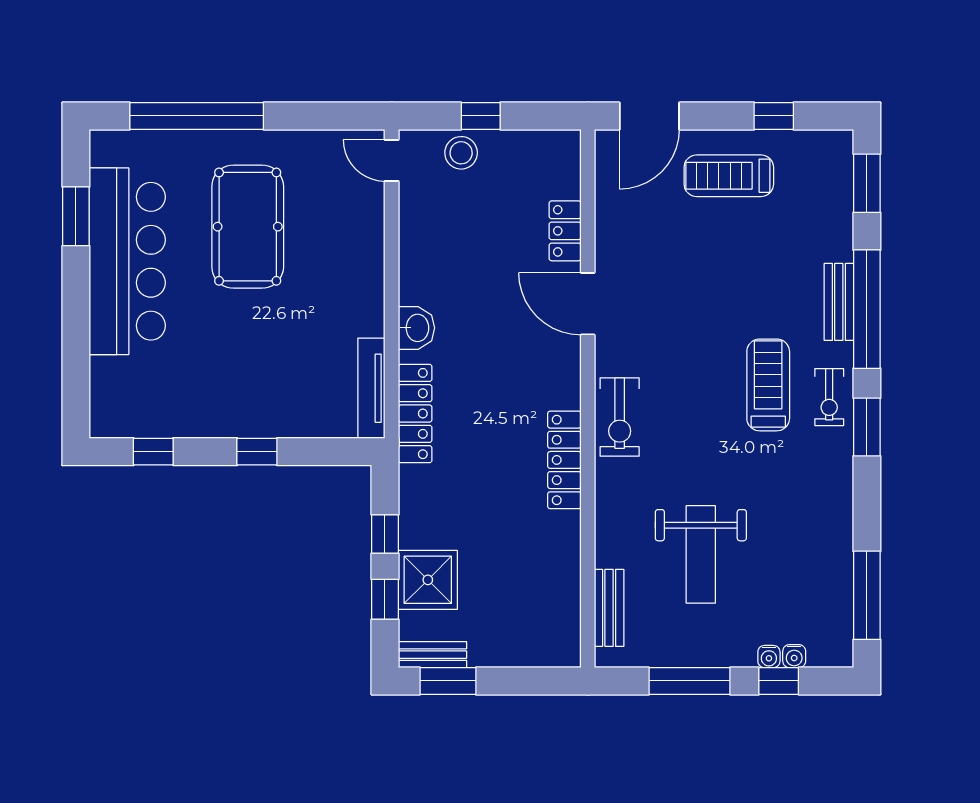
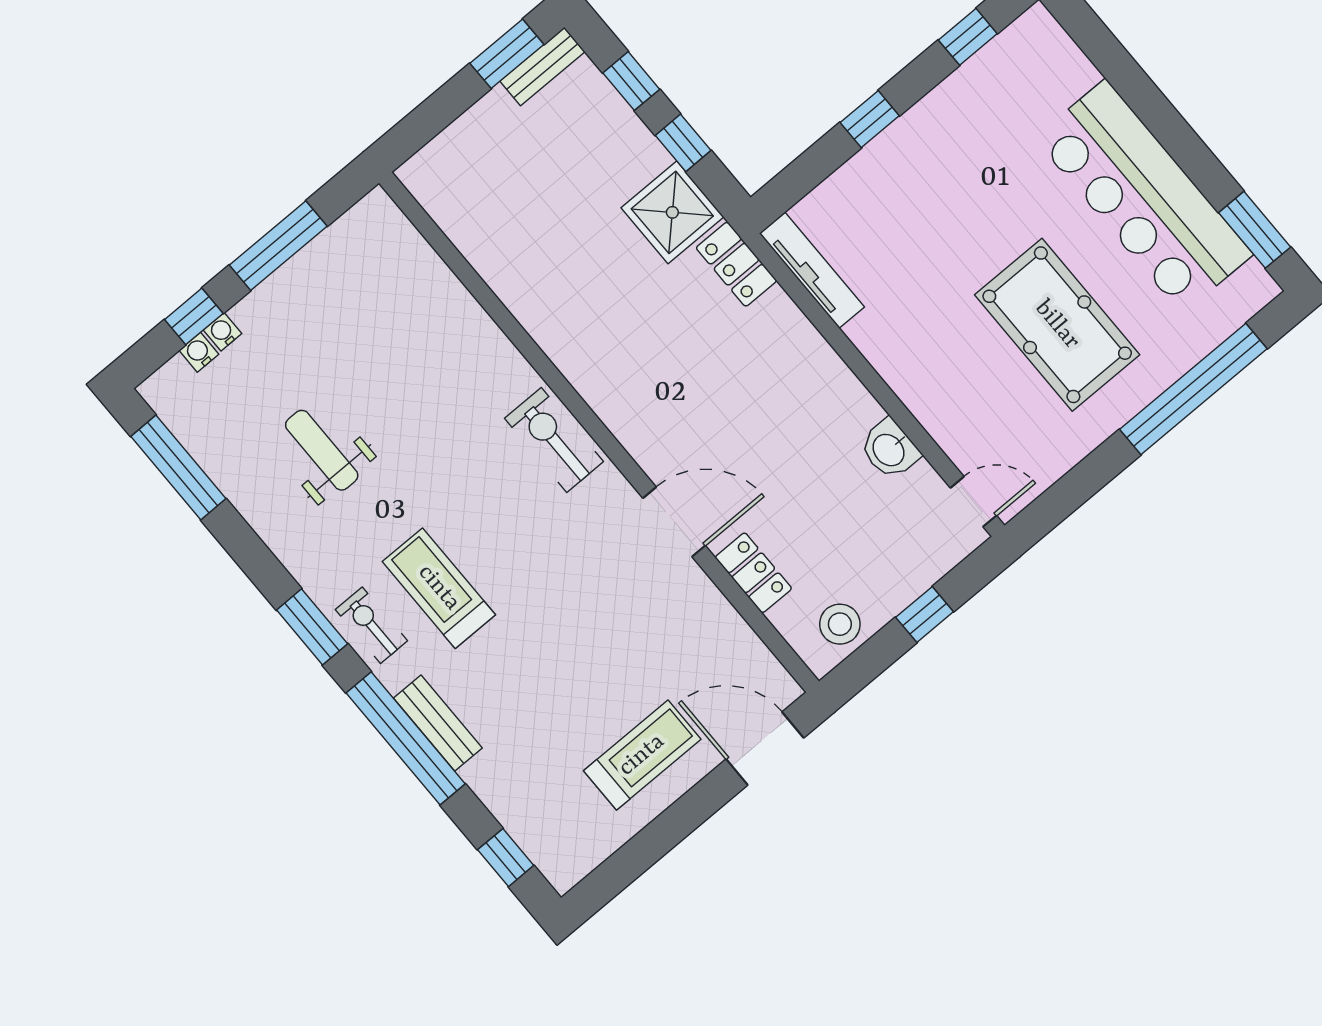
door: (649, 116) -> (765, 748), hinge flipped
window: (774, 116) -> (647, 847), removed
stool: (461, 153) -> (840, 624), moved
window: (867, 183) -> (506, 858), width x0.67
window: (76, 216) -> (1255, 230), moved
washbasin: (416, 328) -> (890, 449), moved
treadmill: (768, 385) -> (439, 588), turned 180
locker: (415, 414) -> (736, 264), width x0.66
locker: (564, 460) -> (572, 355), removed
weight bench: (701, 554) -> (322, 450), moved, width x0.73, depth x0.75
shower: (428, 580) -> (672, 212), moved
bench: (609, 608) -> (412, 251), removed

